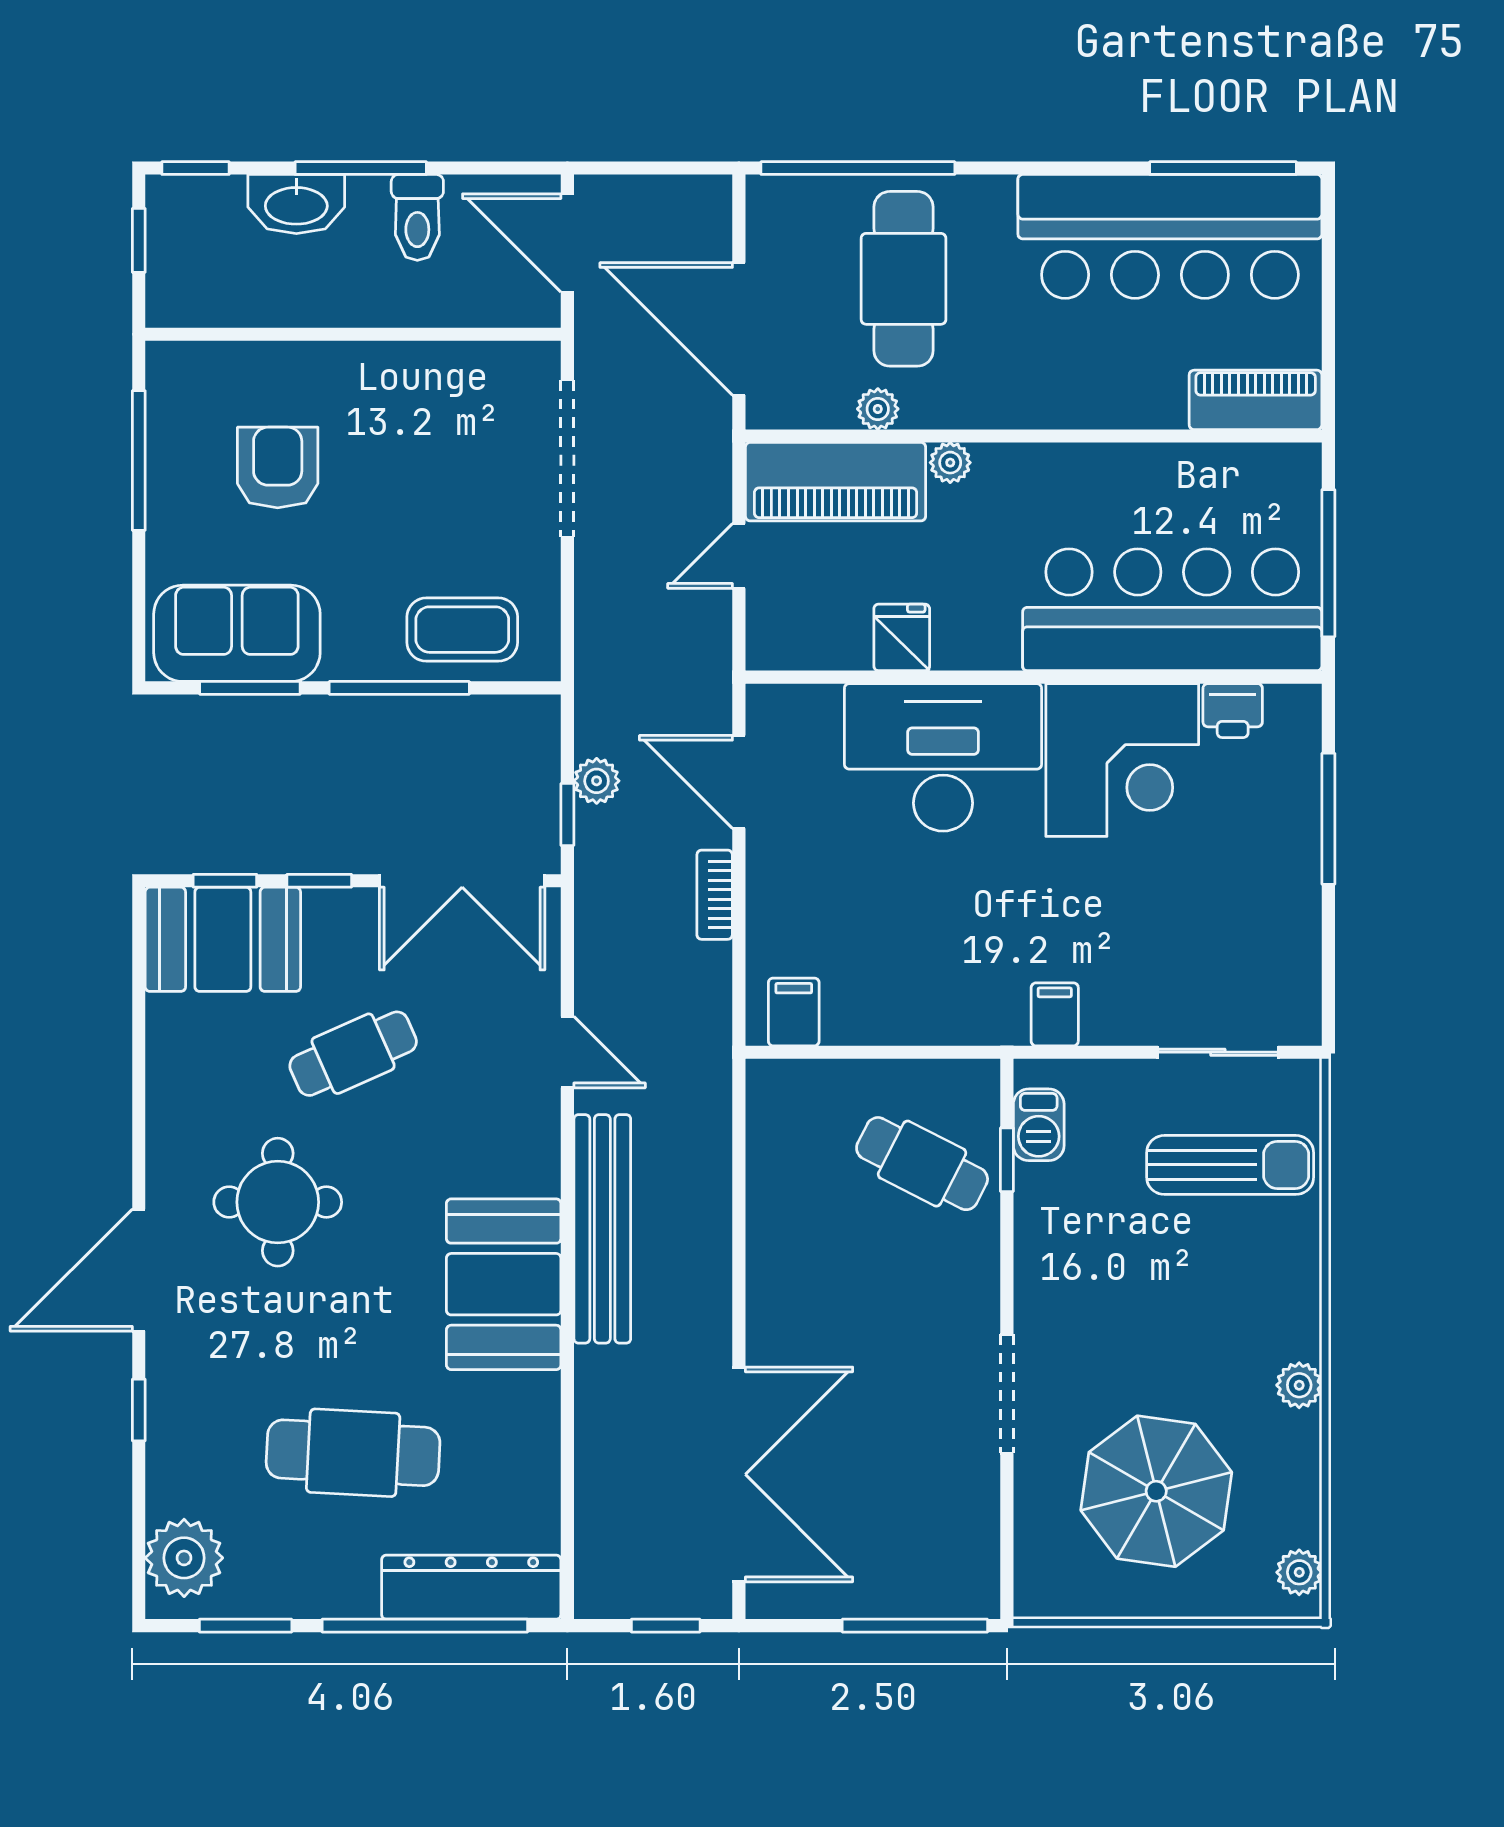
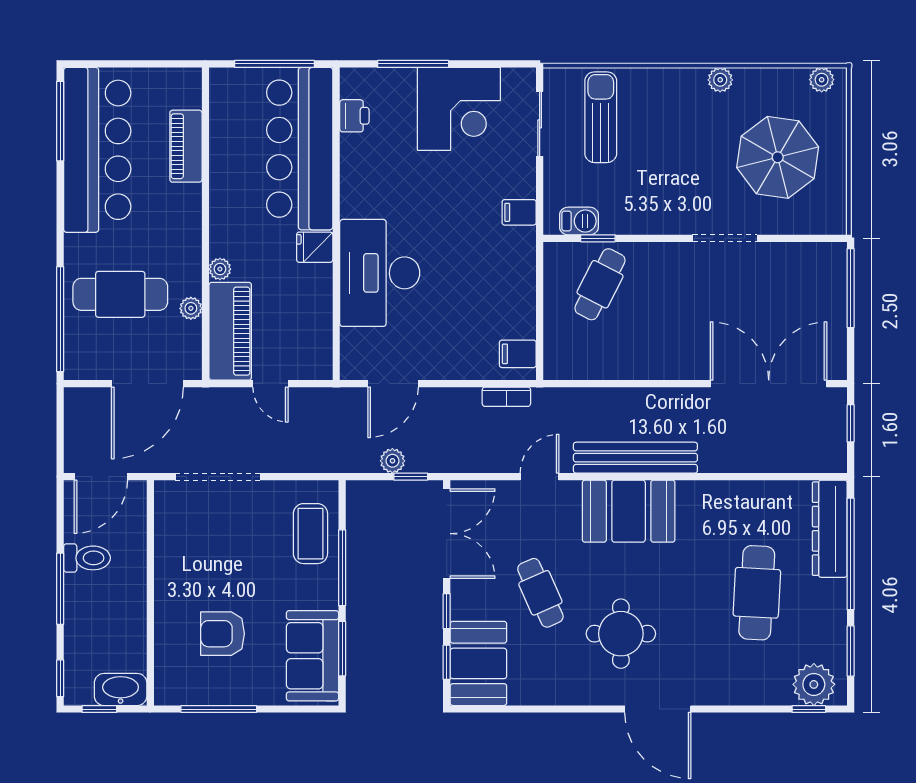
washbasin: (296, 204) -> (121, 689), moved, turned -90
piano: (1256, 400) -> (186, 146), moved
fridge: (902, 637) -> (315, 247), moved
corner desk: (1122, 760) -> (459, 109), moved, turned 90
bookcase: (715, 895) -> (506, 397), moved
booth: (504, 1284) -> (629, 511), moved
window: (139, 1410) -> (809, 709), moved

